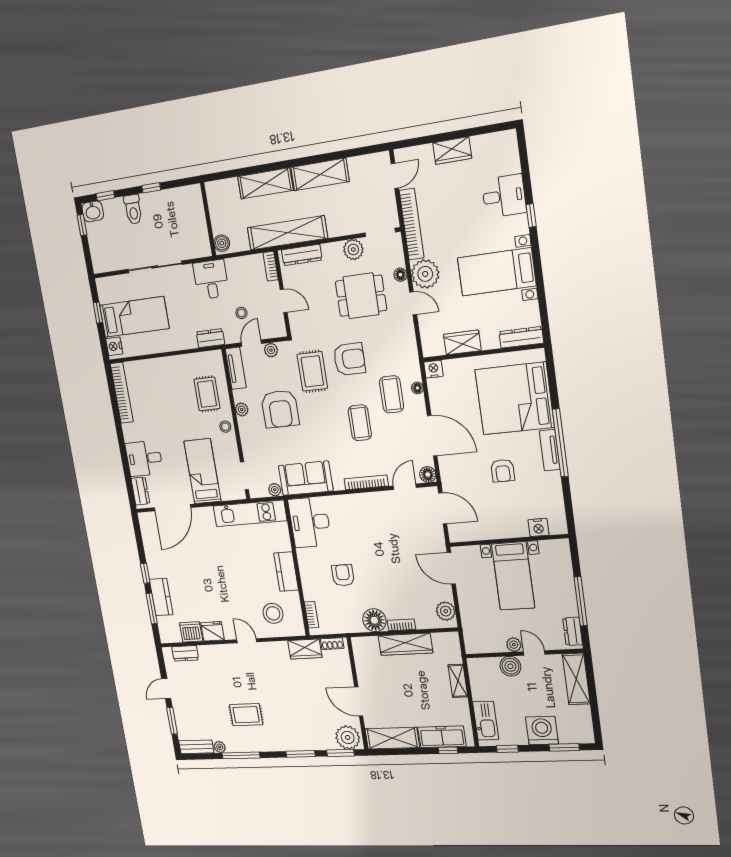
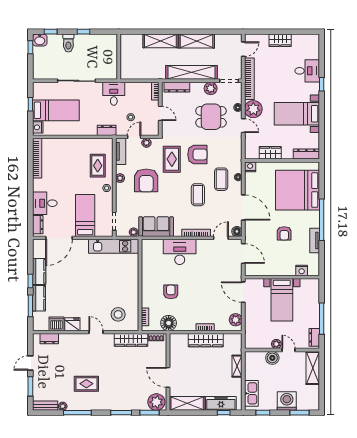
shelving: (287, 233) -> (191, 72), moved
boiler: (222, 243) -> (125, 73), removed
tv unit: (550, 450) -> (315, 241), moved
desk: (310, 522) -> (180, 252), moved, turned 90
kitchen counter: (286, 572) -> (39, 271), moved, turned 180
floor lamp: (374, 620) -> (169, 323), moved
wardrobe: (305, 649) -> (131, 340), width x1.50

